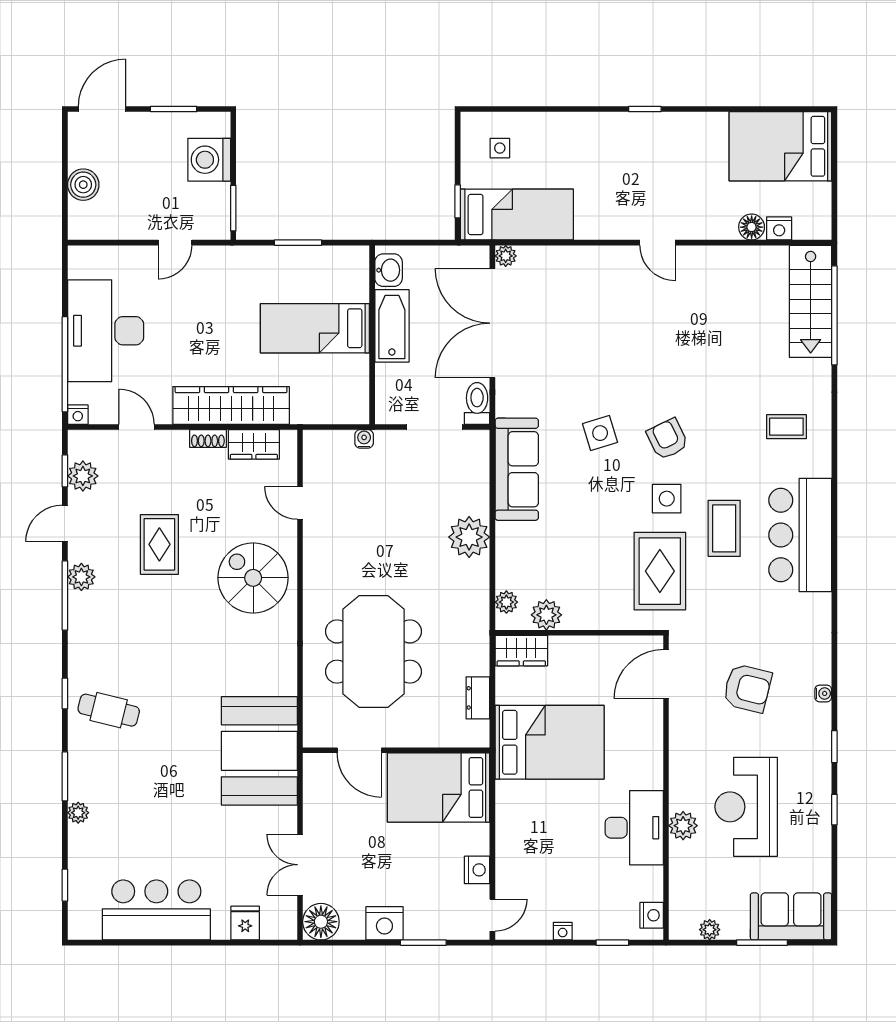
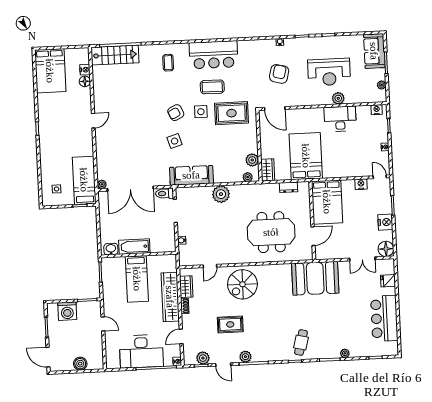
washbasin: (389, 270) -> (111, 249), moved
bathtub: (392, 326) -> (134, 247), moved
bed: (315, 328) -> (137, 279), moved
wall: (372, 335) -> (138, 255), moved

